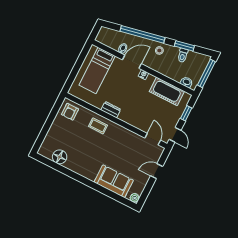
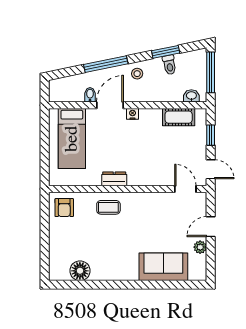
window: (143, 34) -> (106, 64), width x0.68
cot: (167, 91) -> (179, 117), width x0.73, depth x0.75
plant: (135, 198) -> (200, 247), moved

